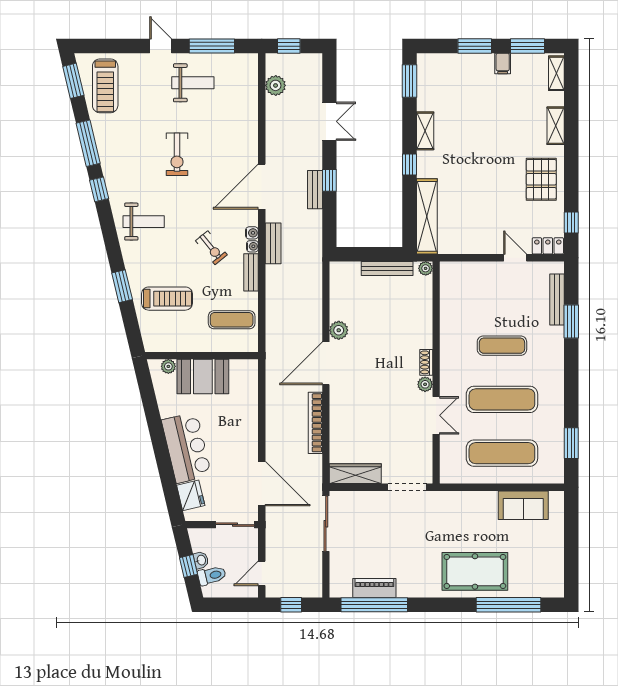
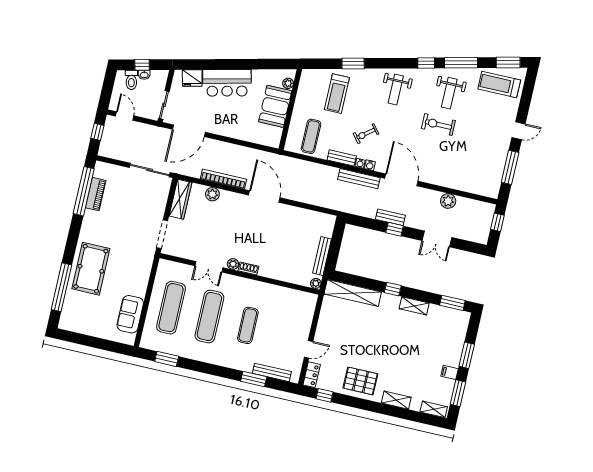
weight bench: (193, 83) -> (449, 93), moved
plant: (276, 85) -> (448, 201), moved
bench: (273, 243) -> (359, 179), width x1.36
plant: (339, 330) -> (212, 194), moved

